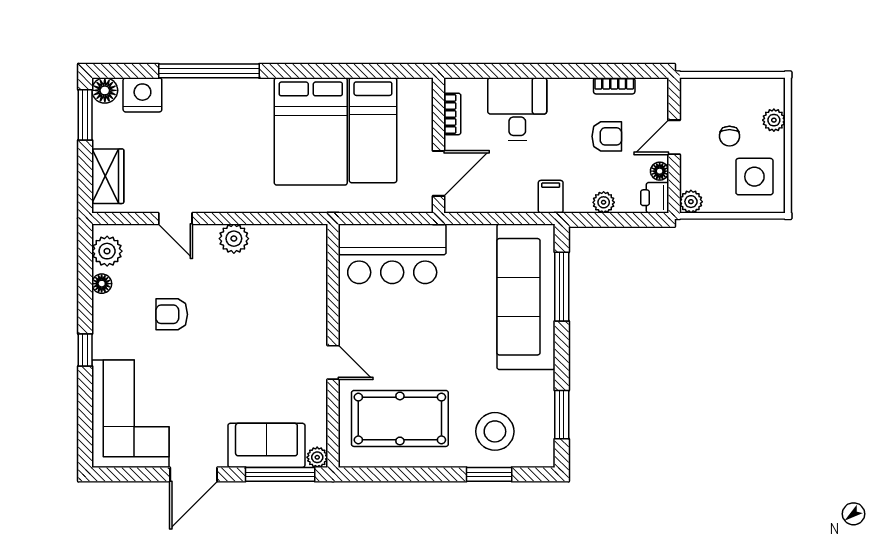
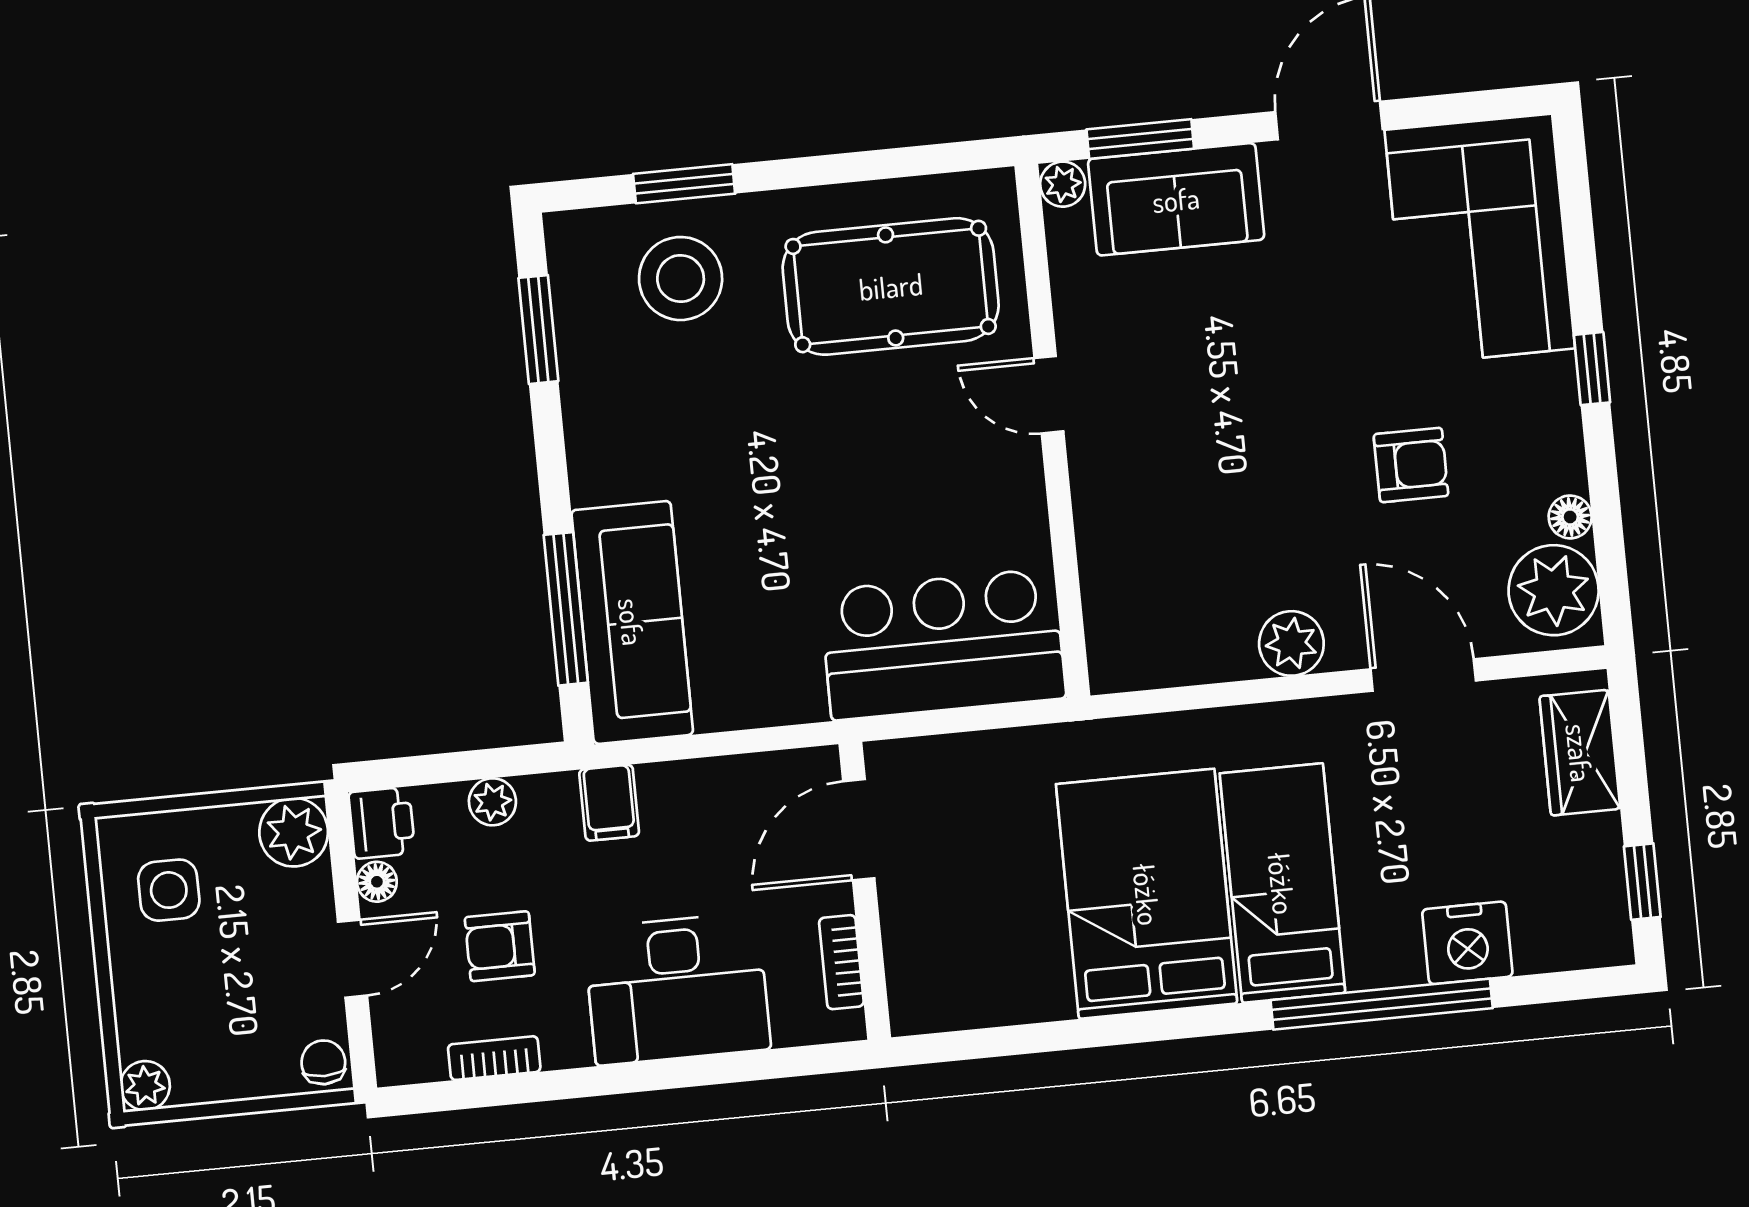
floor lamp: (105, 90) -> (1605, 939), removed
nightstand: (142, 95) -> (1467, 943), moved
desk: (517, 109) -> (677, 989), width x1.37
window: (85, 115) -> (1642, 882), width x0.67
plant: (774, 120) -> (145, 1086), moved
bed: (373, 130) -> (1282, 883), moved
chair: (729, 136) -> (323, 1062), moved
side table: (754, 177) -> (169, 890), width x0.73, depth x0.73
plant: (691, 202) -> (294, 832), width x1.38, depth x1.38
door: (175, 218) -> (1423, 675), width x1.38
plant: (107, 251) -> (1554, 590), width x1.36, depth x1.36
sofa: (526, 297) -> (632, 622), width x0.74, depth x0.79
window: (280, 474) -> (1140, 139), width x0.69

